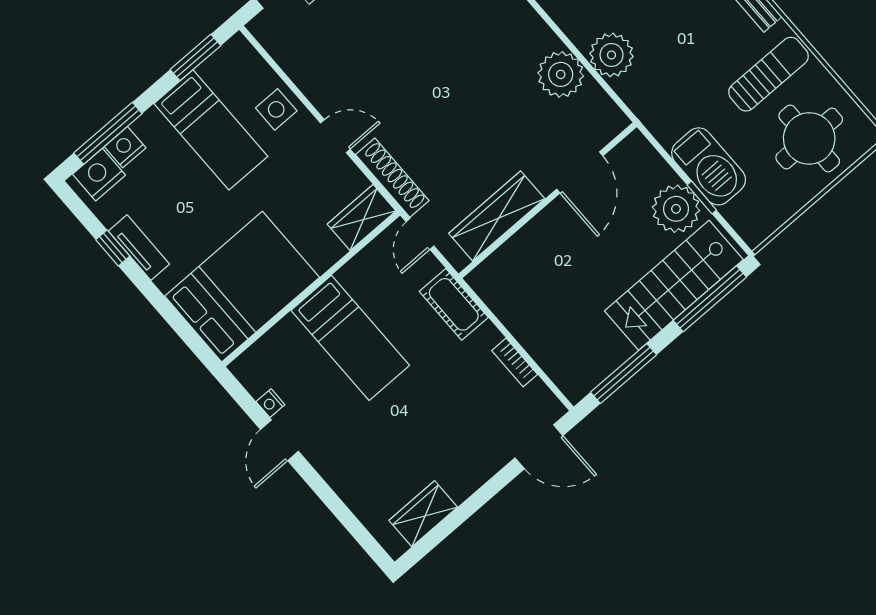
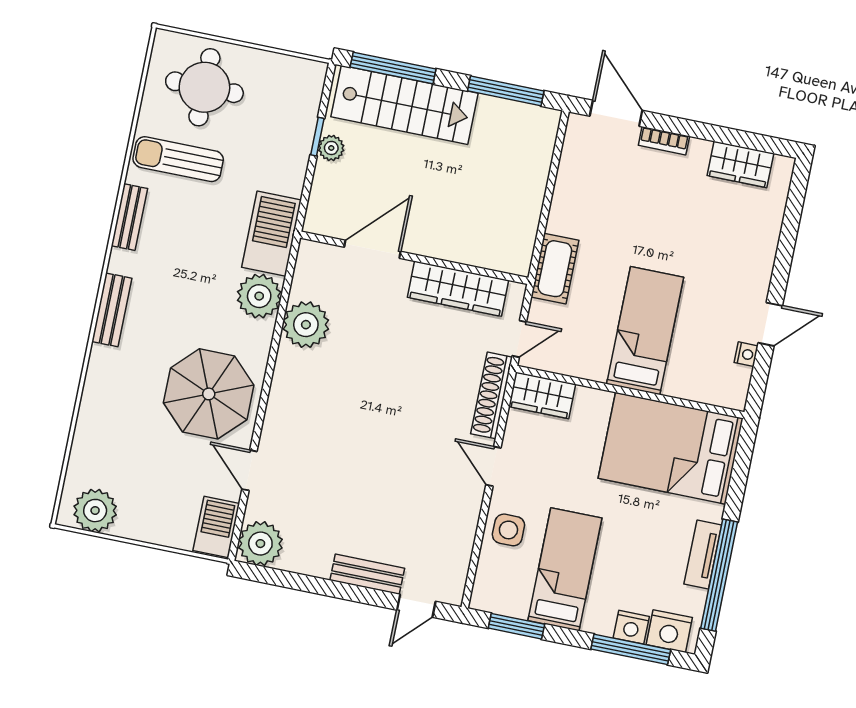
barbecue: (709, 166) -> (272, 234), moved
plant: (676, 209) -> (331, 148), width x0.53, depth x0.53
window: (113, 248) -> (719, 575), width x3.17
bookcase: (515, 362) -> (664, 141), moved, turned 90

